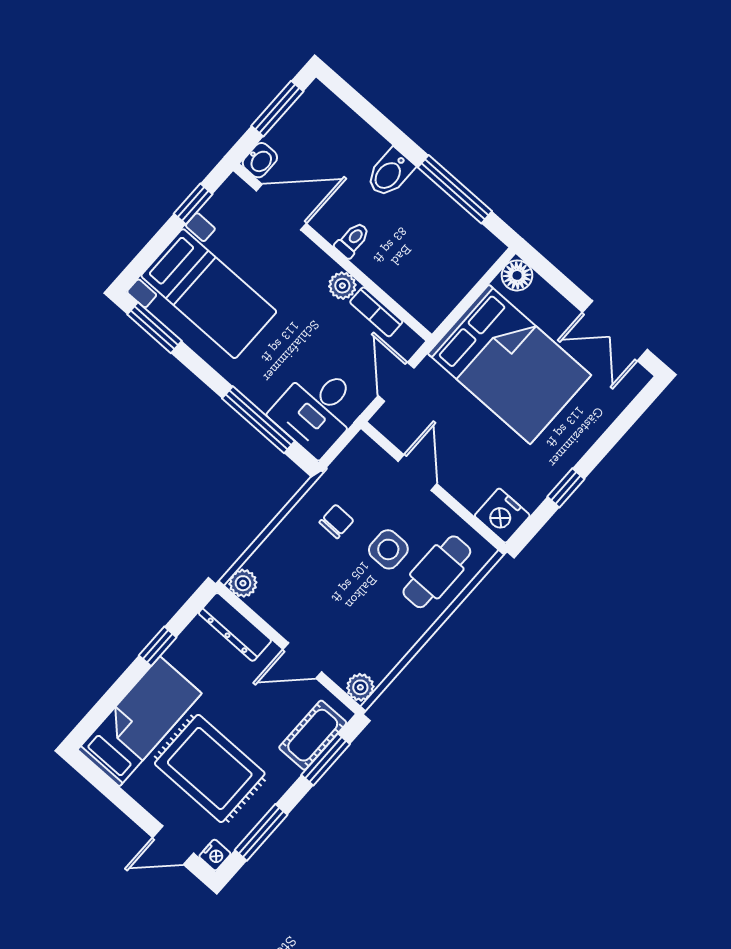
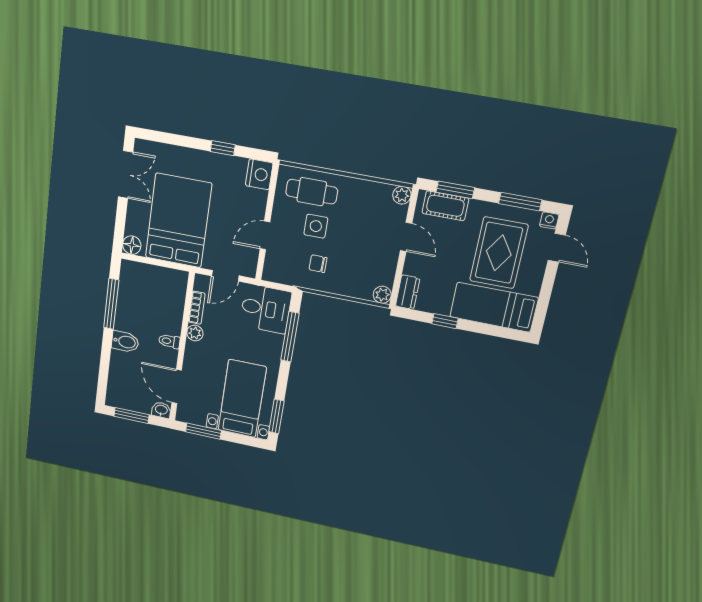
window: (193, 204) -> (203, 431), width x1.50
dresser: (235, 627) -> (408, 292), width x0.70

